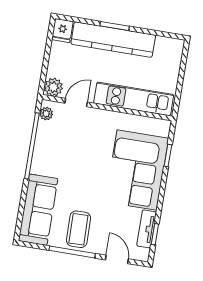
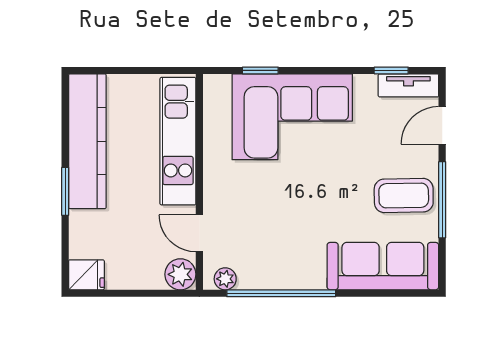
kitchen counter: (113, 40) -> (87, 141), moved
tv unit: (147, 229) -> (408, 85), moved

